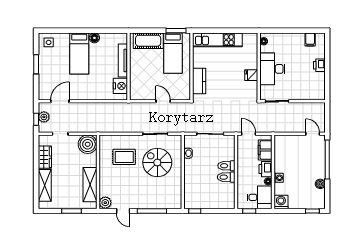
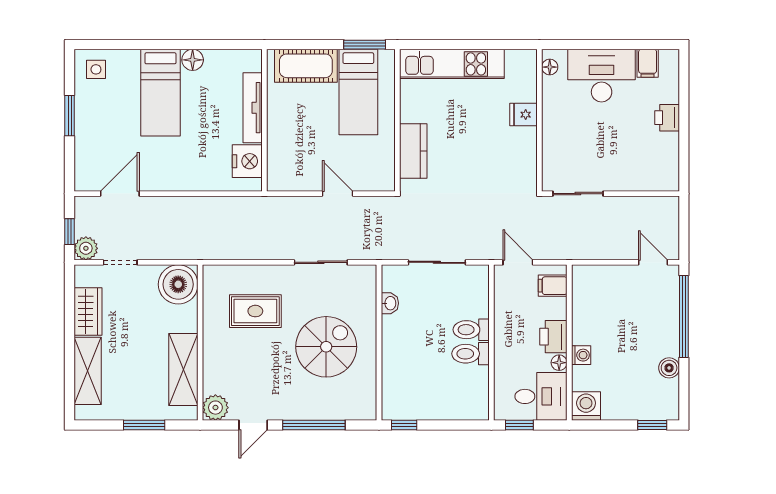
desk: (272, 69) -> (602, 76), moved, turned 90
fridge: (251, 75) -> (524, 115), moved
plant: (44, 117) -> (86, 248), moved
filing cabinet: (265, 150) -> (553, 286), width x0.50
spiral stairs: (157, 162) -> (326, 347), moved, turned 90
door: (123, 211) -> (253, 425), hinge flipped

